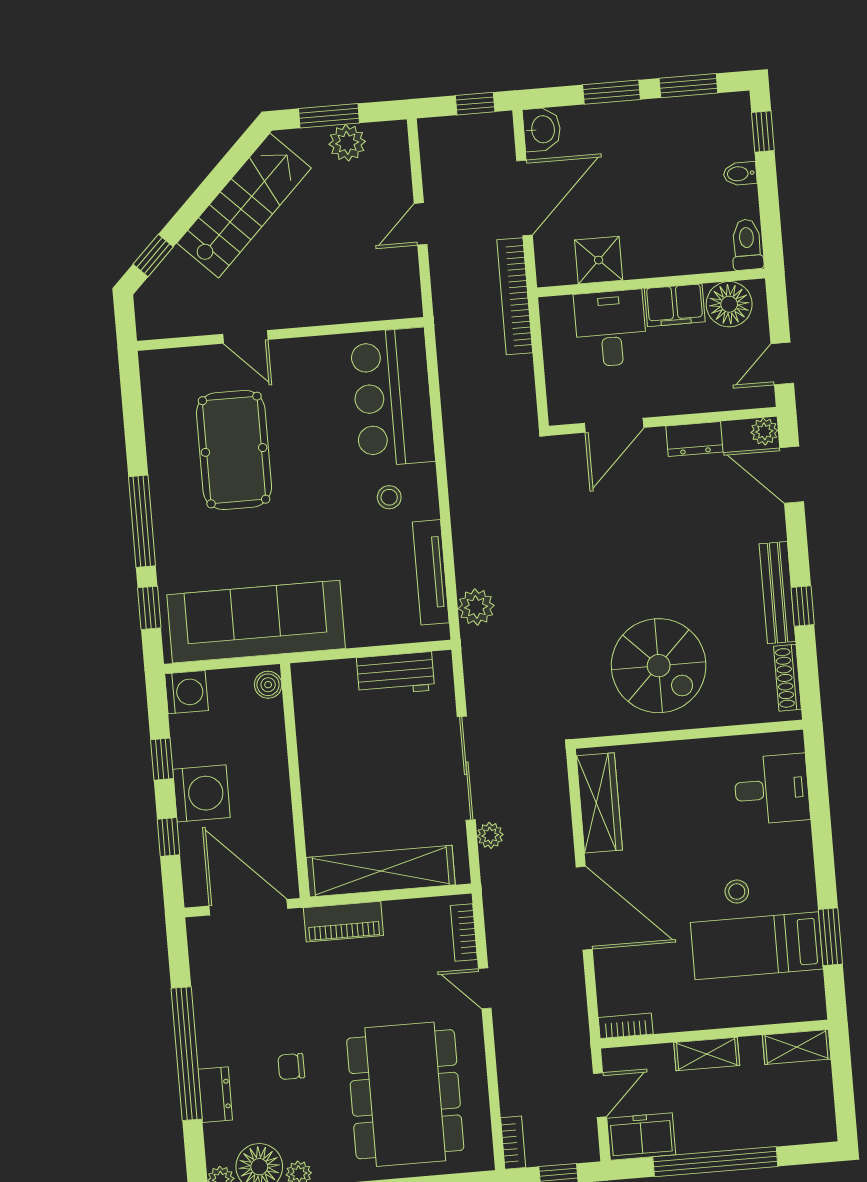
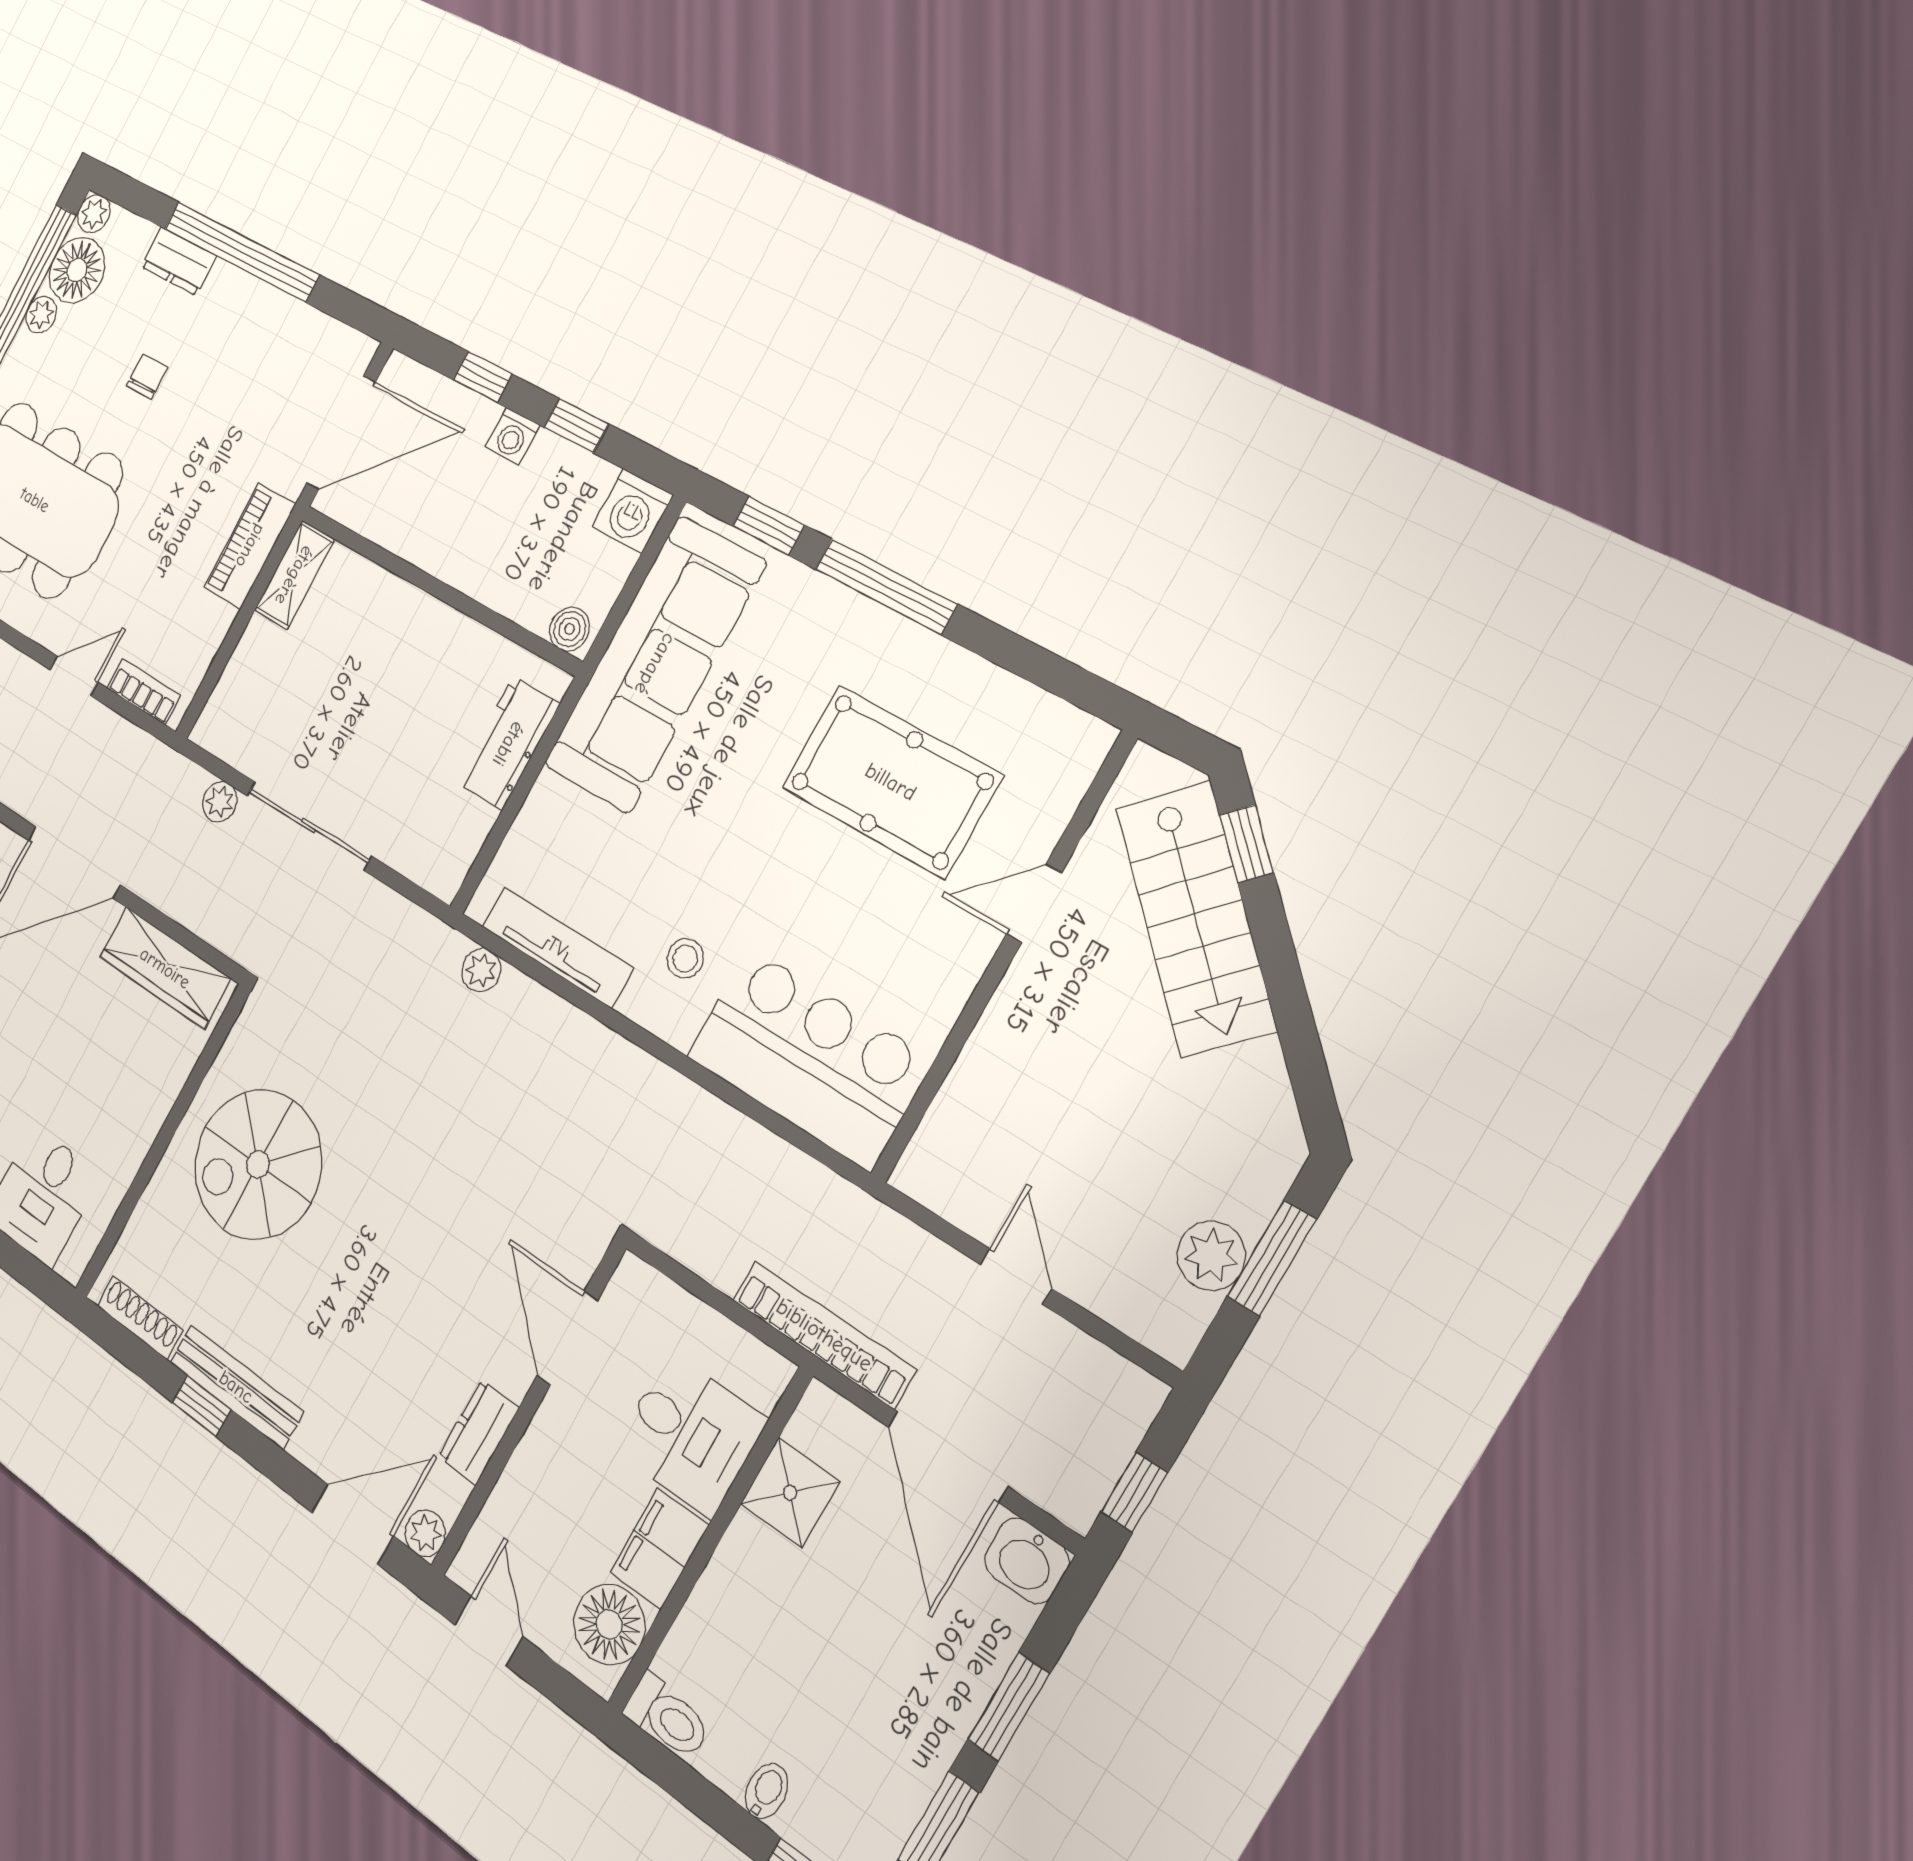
stairs: (244, 205) -> (1196, 919), moved
plant: (476, 607) -> (481, 970), width x0.73, depth x0.73
workbench: (396, 674) -> (508, 744), moved
washing machine: (201, 793) -> (513, 436), width x0.53, depth x0.53
shelving: (381, 871) -> (294, 575), width x0.45, depth x0.75

